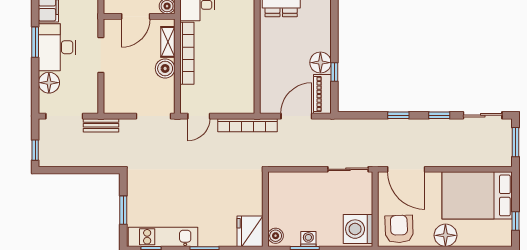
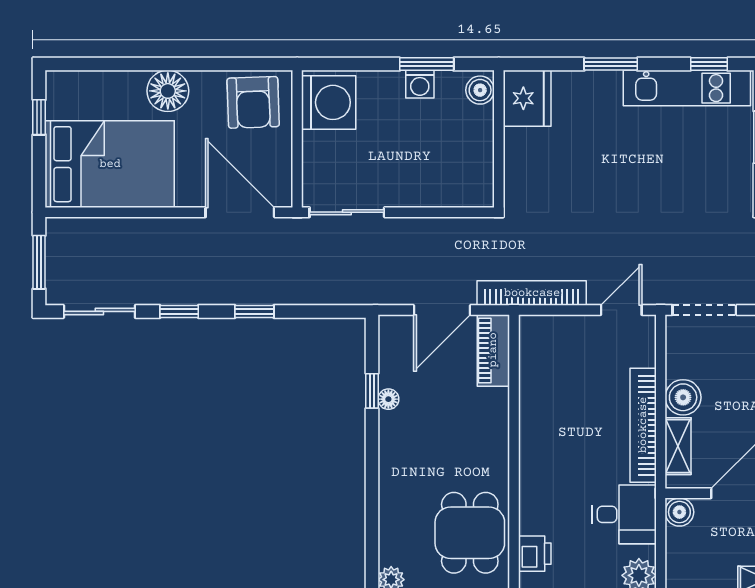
floor lamp: (320, 63) -> (388, 399), width x0.53, depth x0.53
piano: (322, 94) -> (493, 350), moved, turned 180

